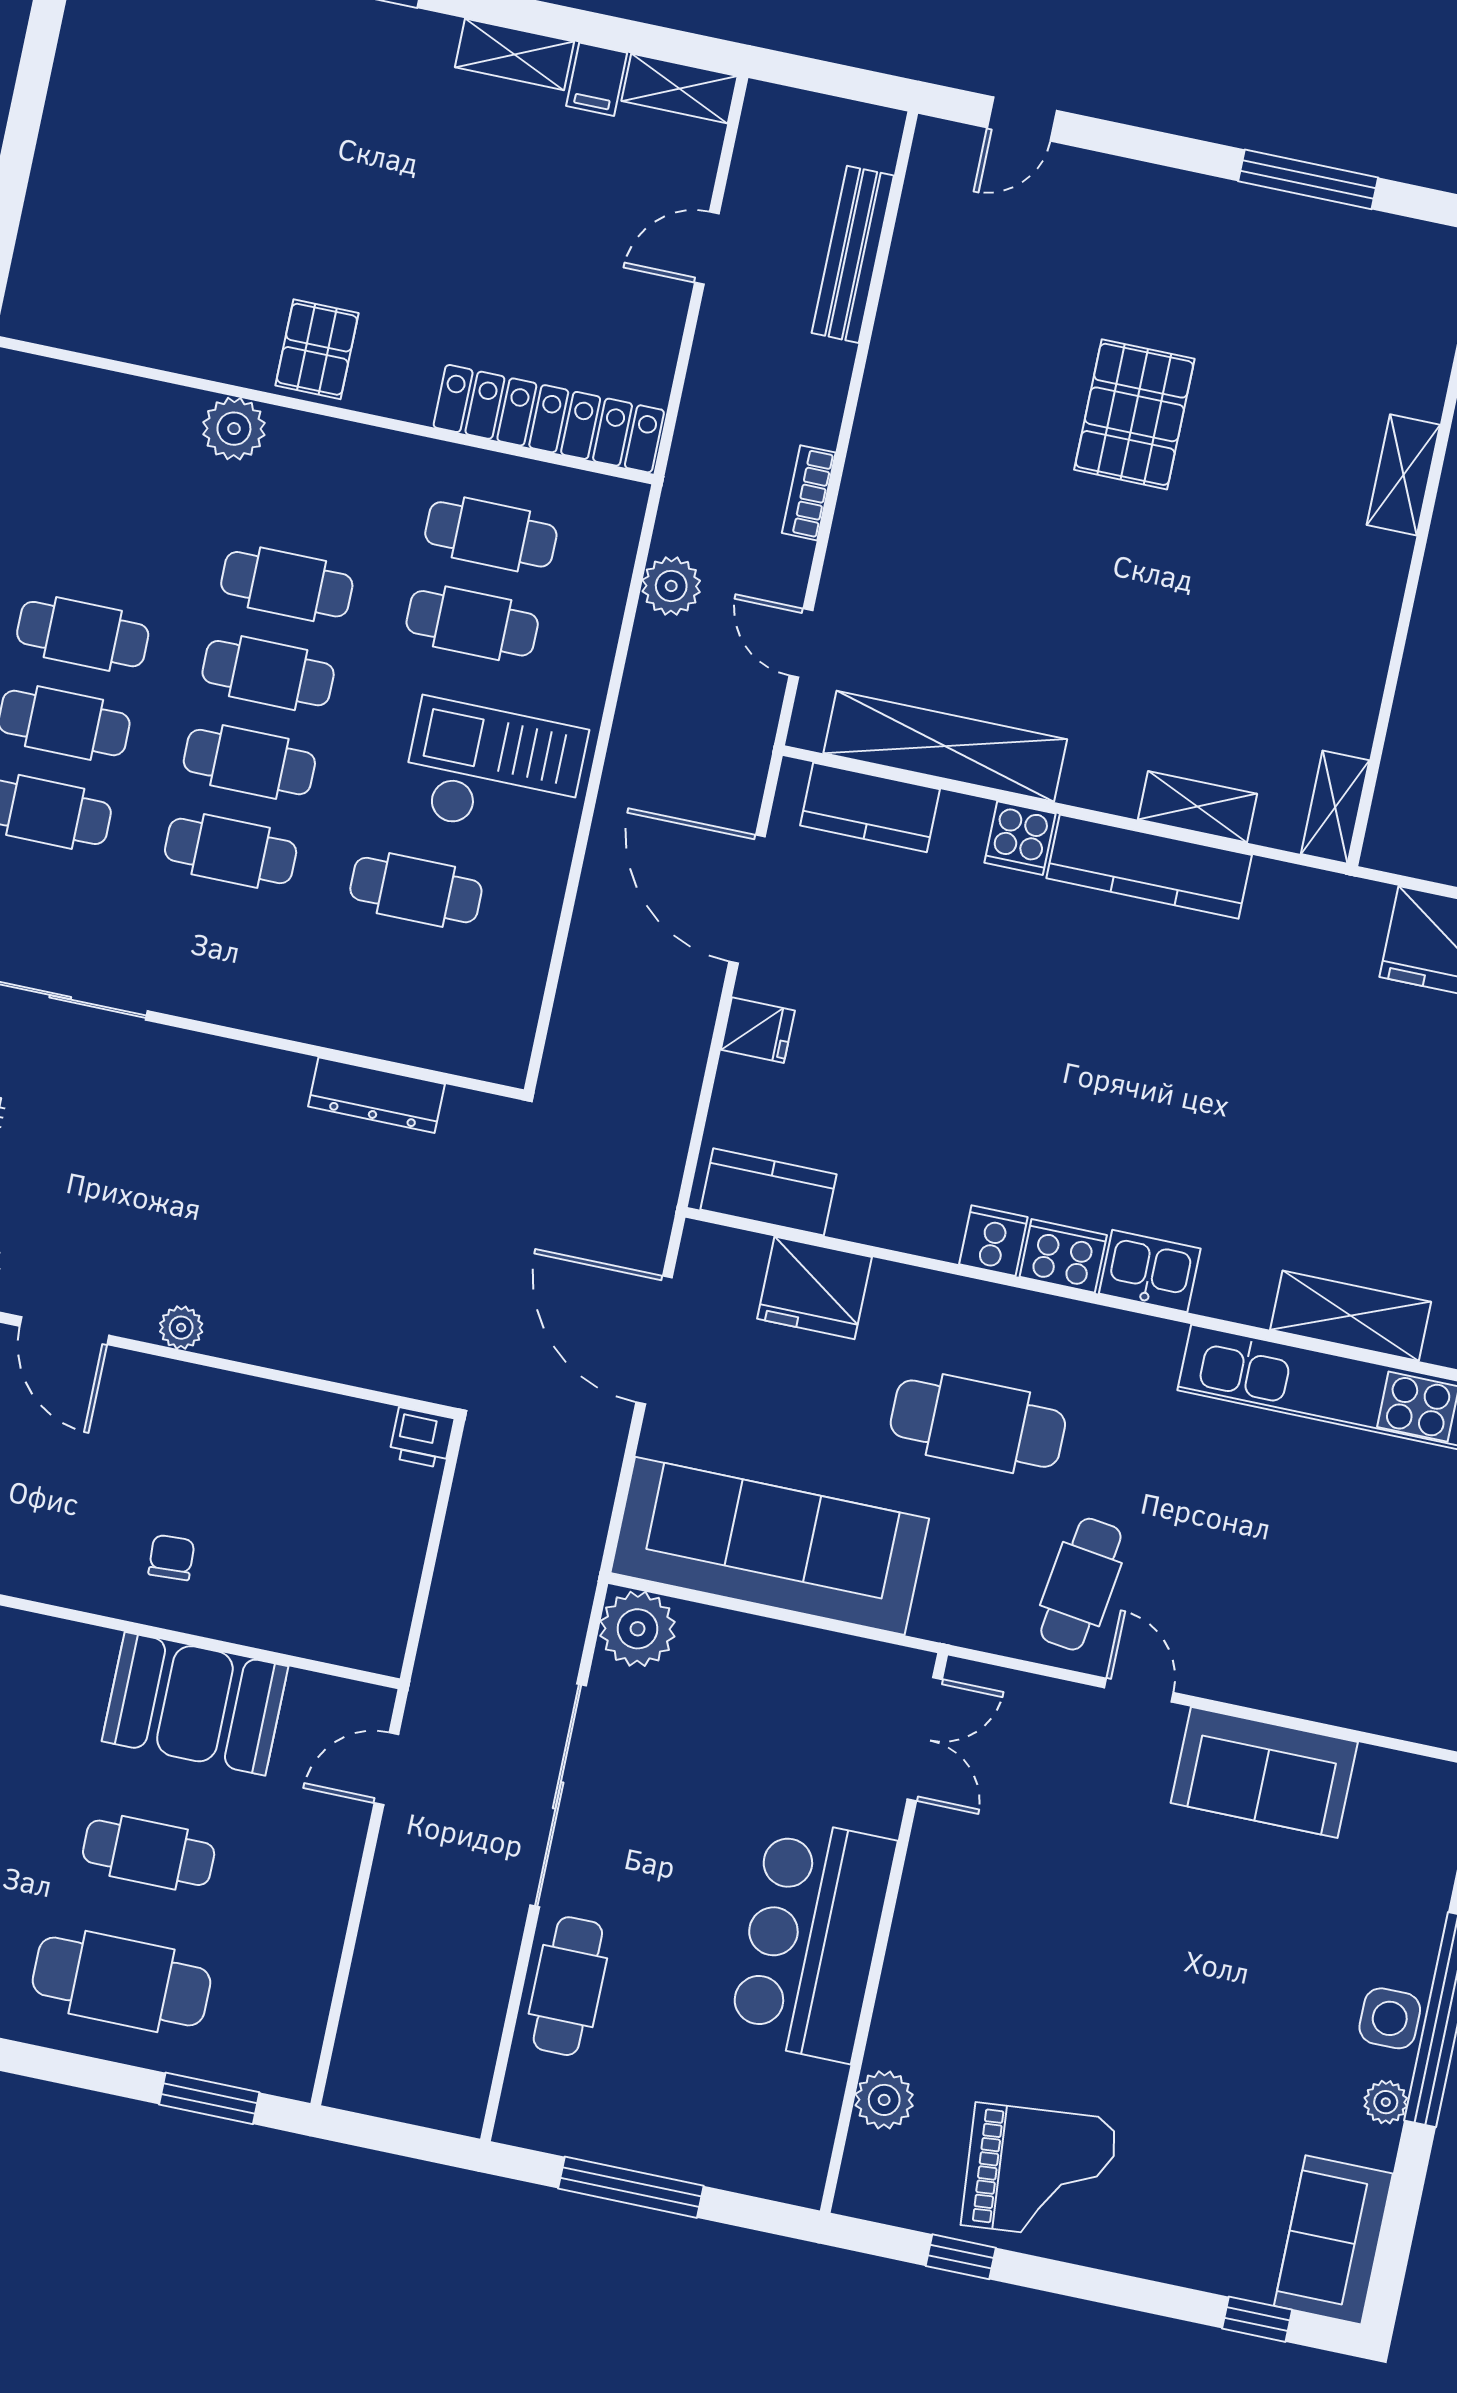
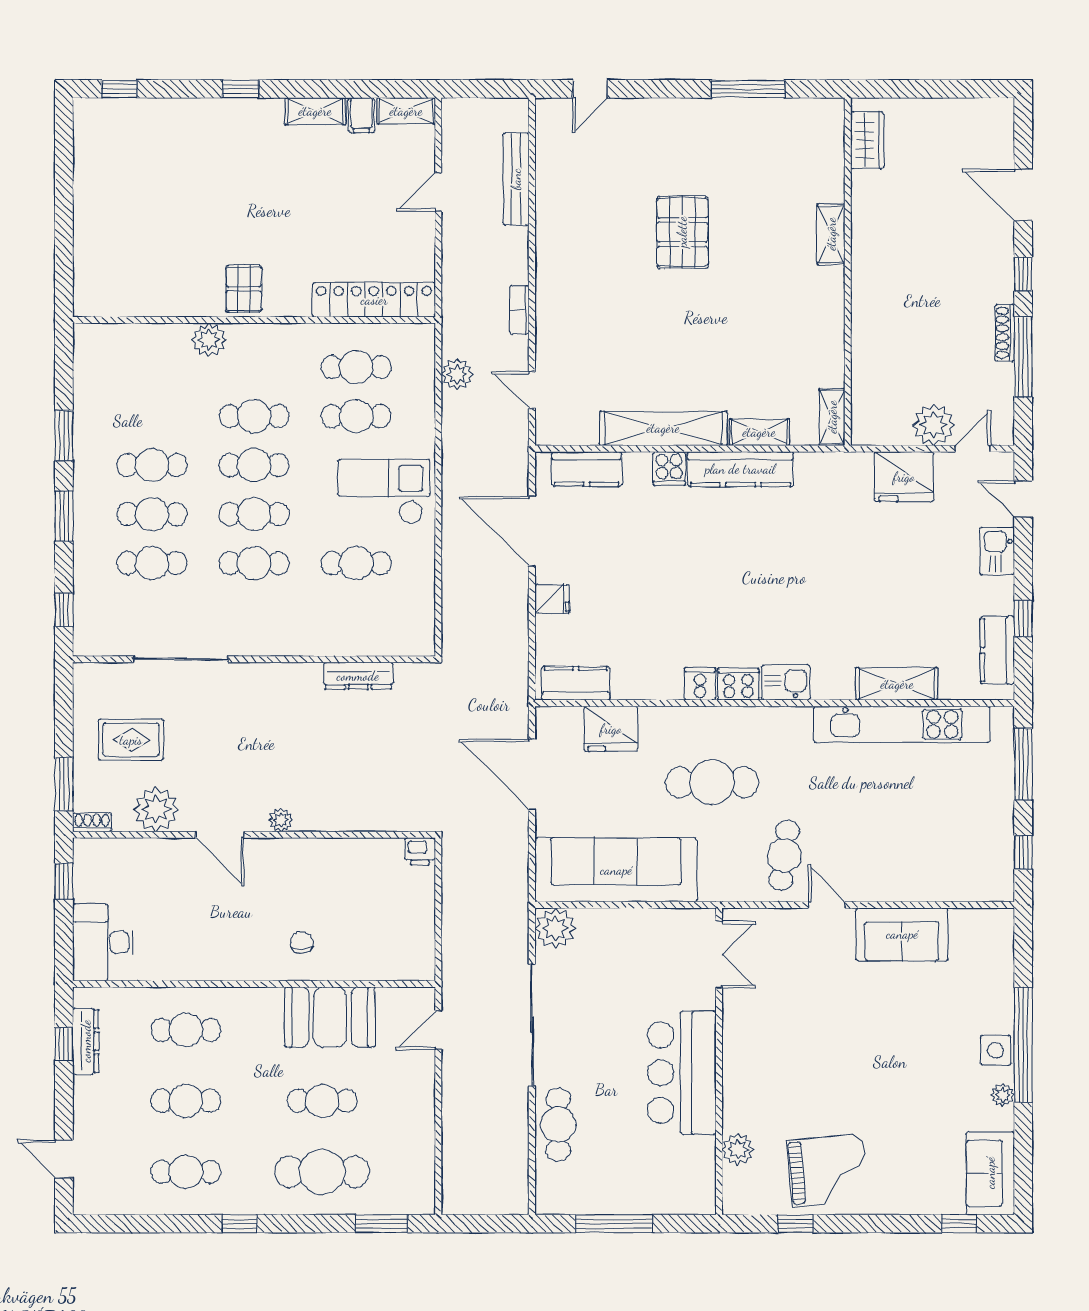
shelving: (945, 746) -> (663, 428), moved

